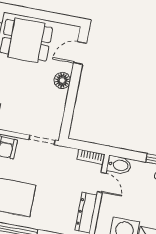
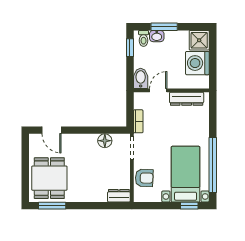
floor lamp: (62, 80) -> (105, 141), moved
bookcase: (91, 157) -> (138, 121), moved

